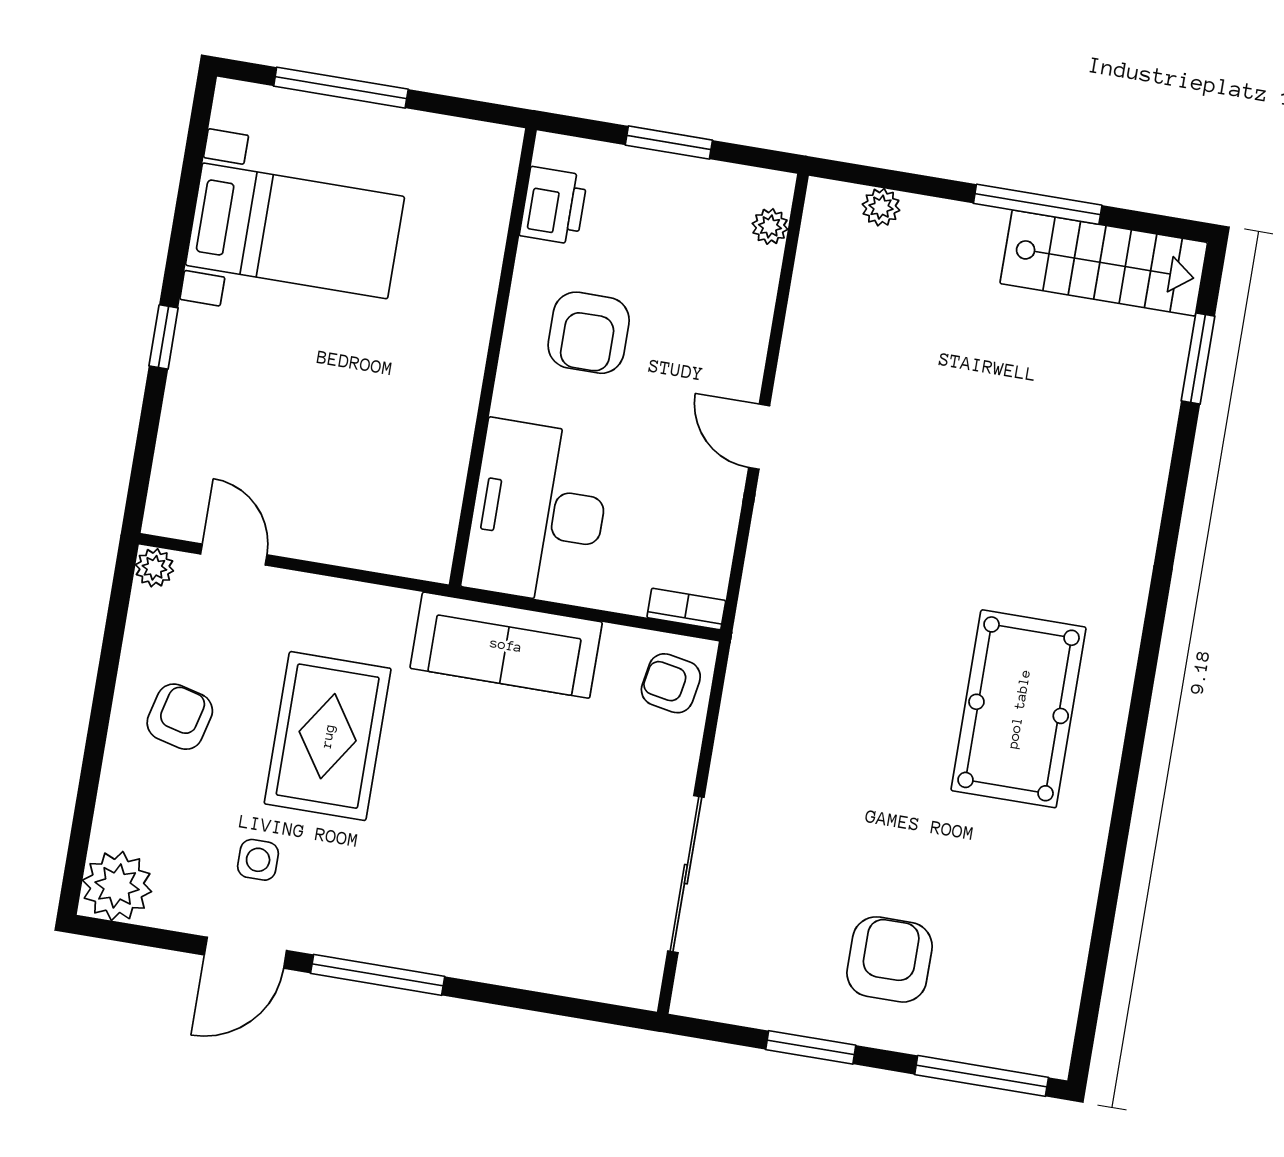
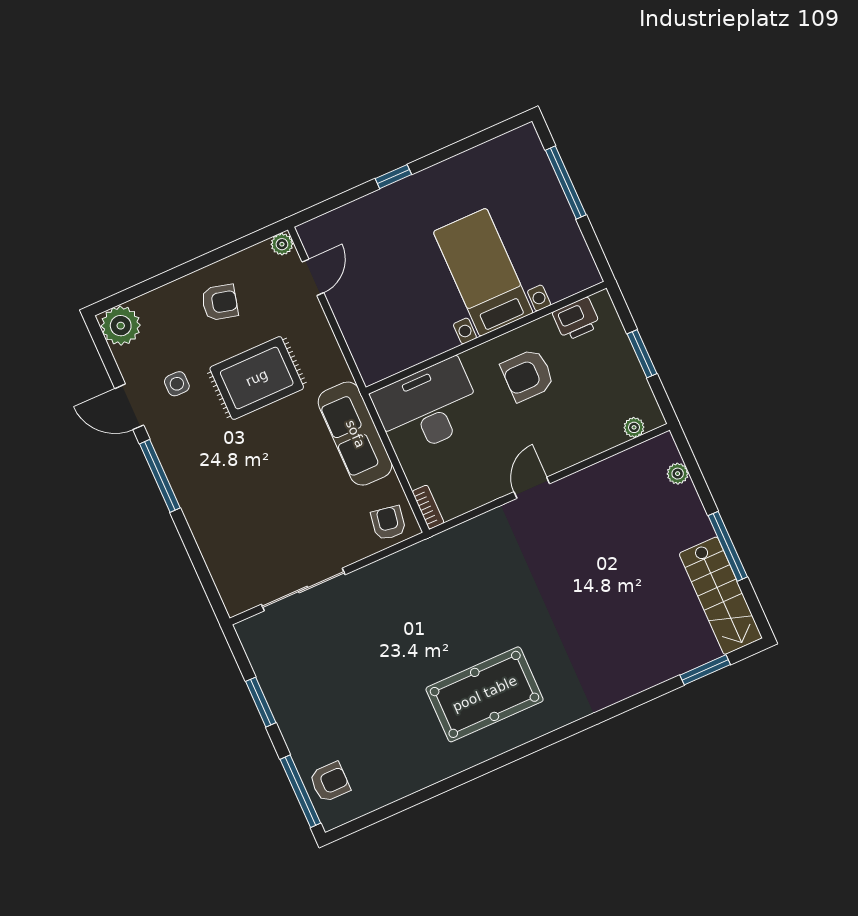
bed with nightstands: (295, 231) -> (483, 272), moved, turned 180
armchair: (890, 959) -> (330, 782), moved, width x0.72, depth x0.72

